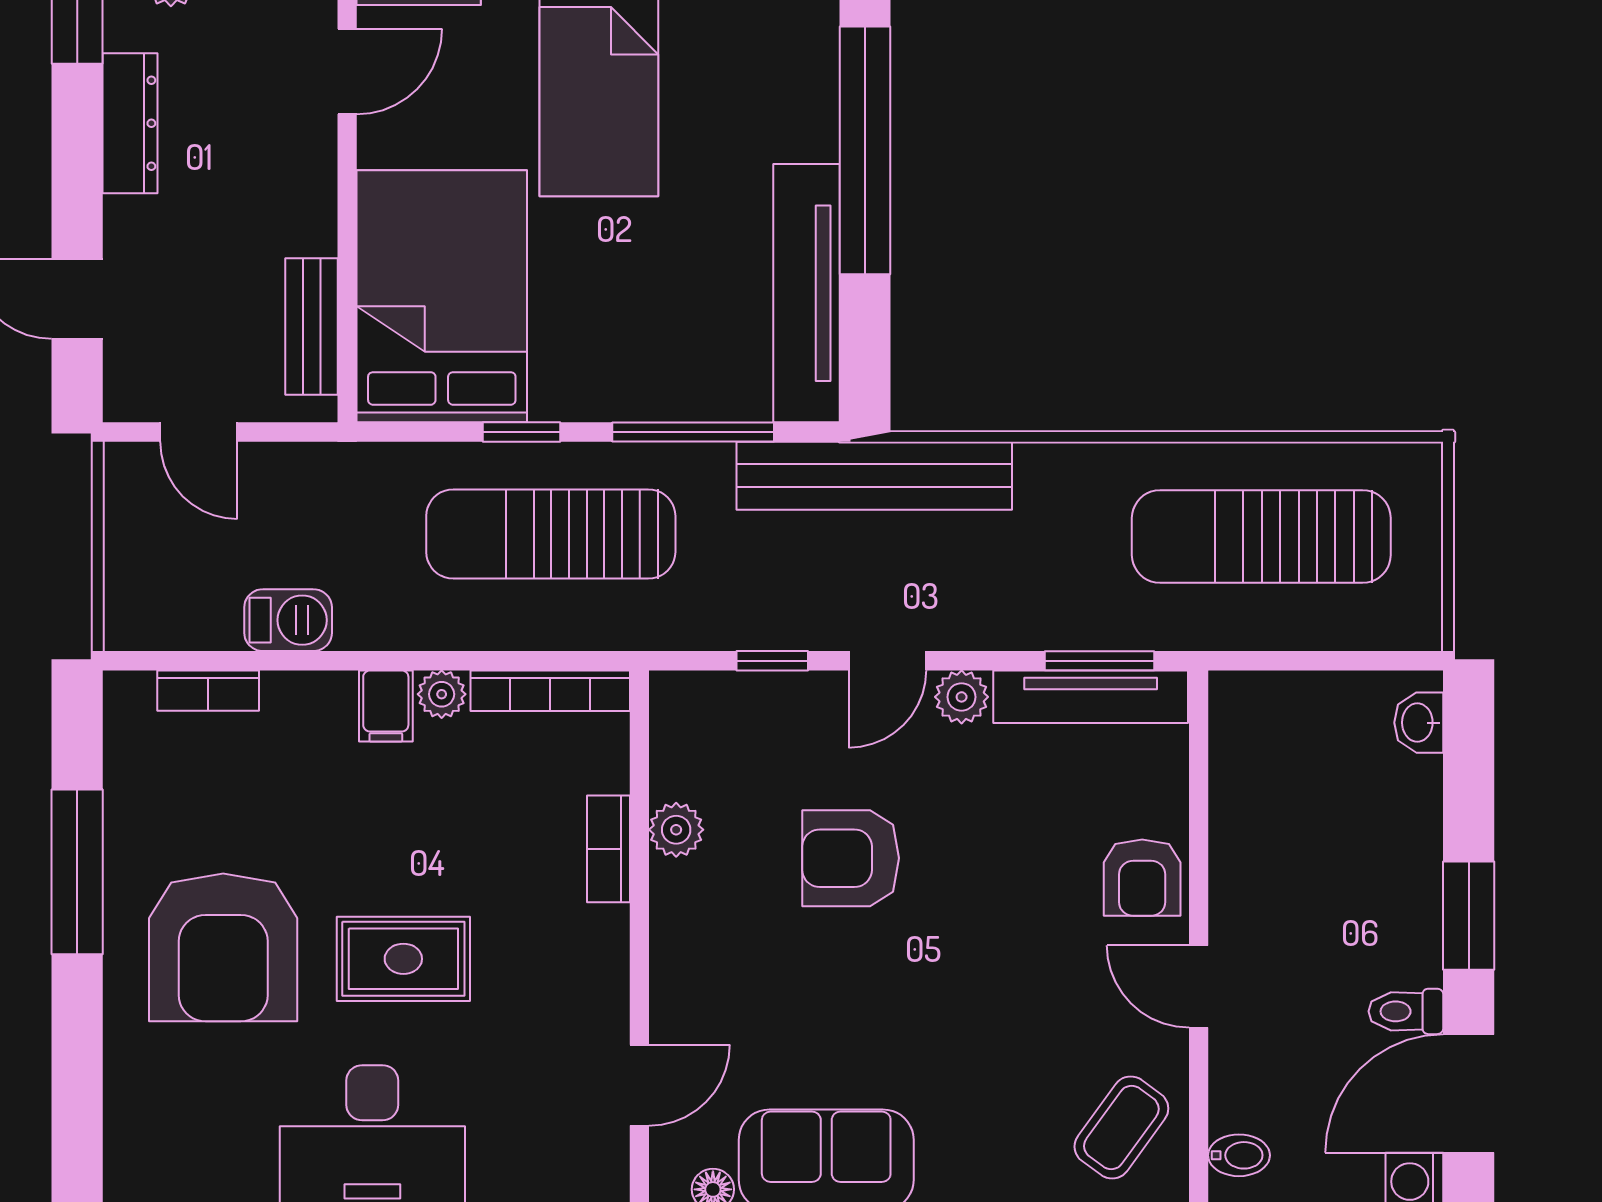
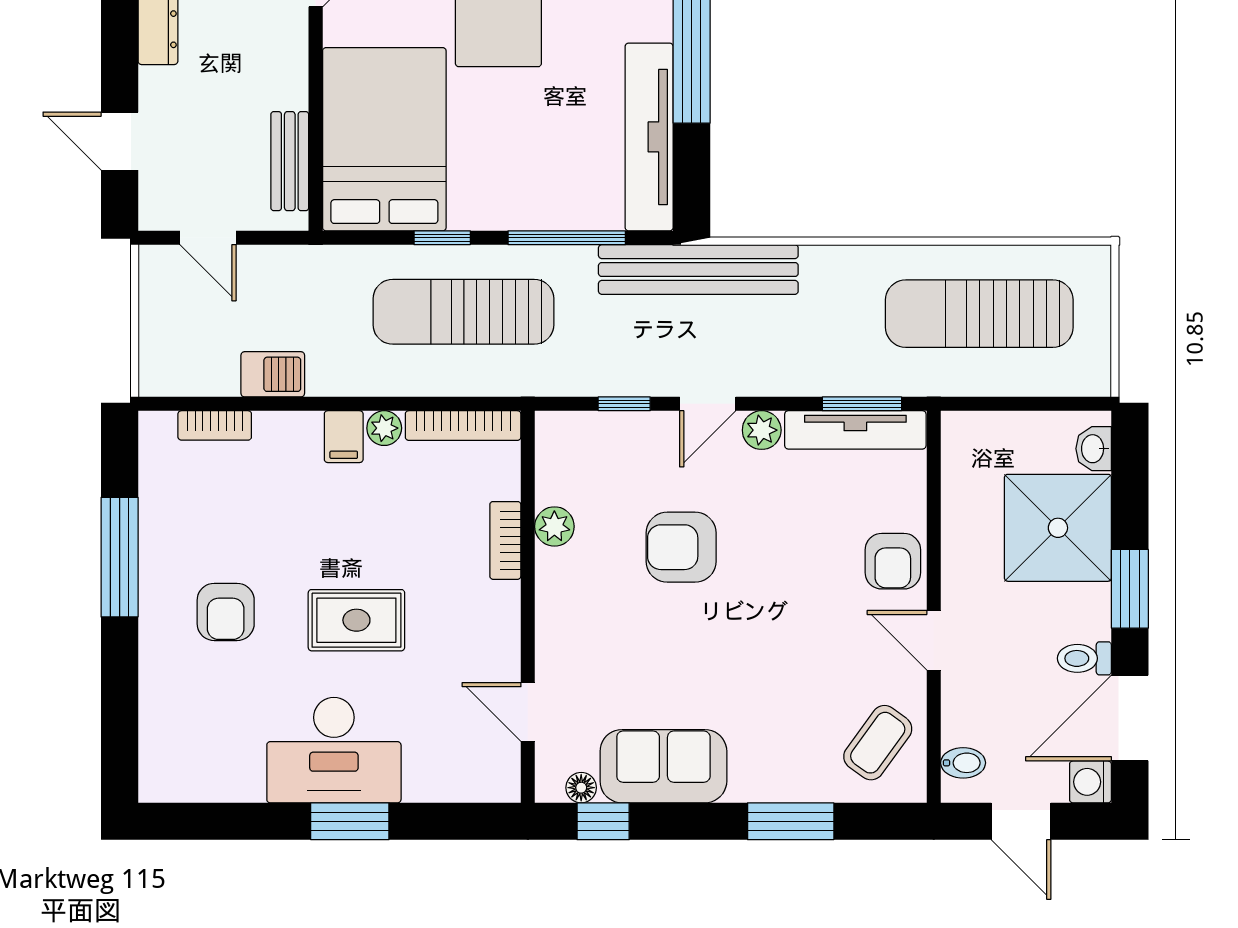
shower: (1370, 832) -> (1058, 528), added
armchair: (223, 947) -> (226, 612), width x0.53, depth x0.53
door: (639, 1085) -> (528, 712), swing flipped

